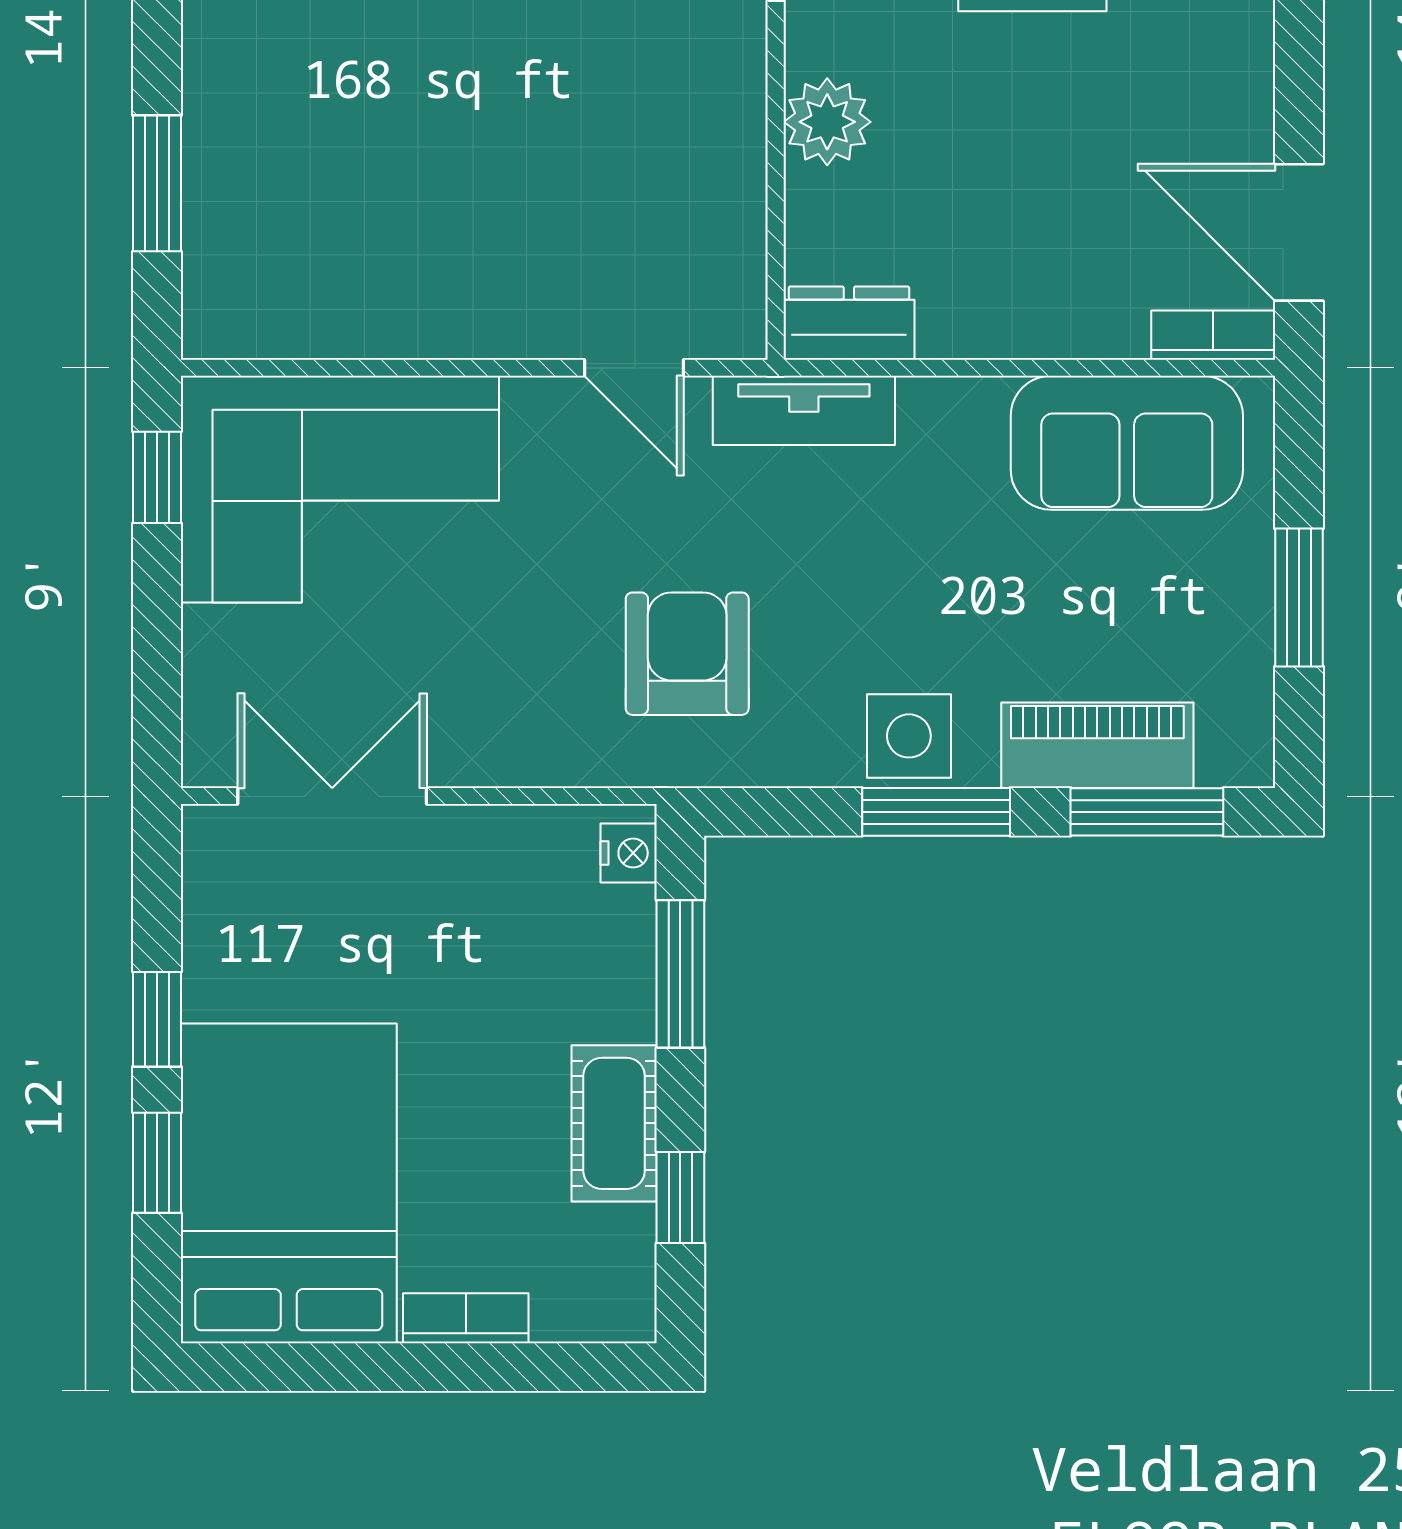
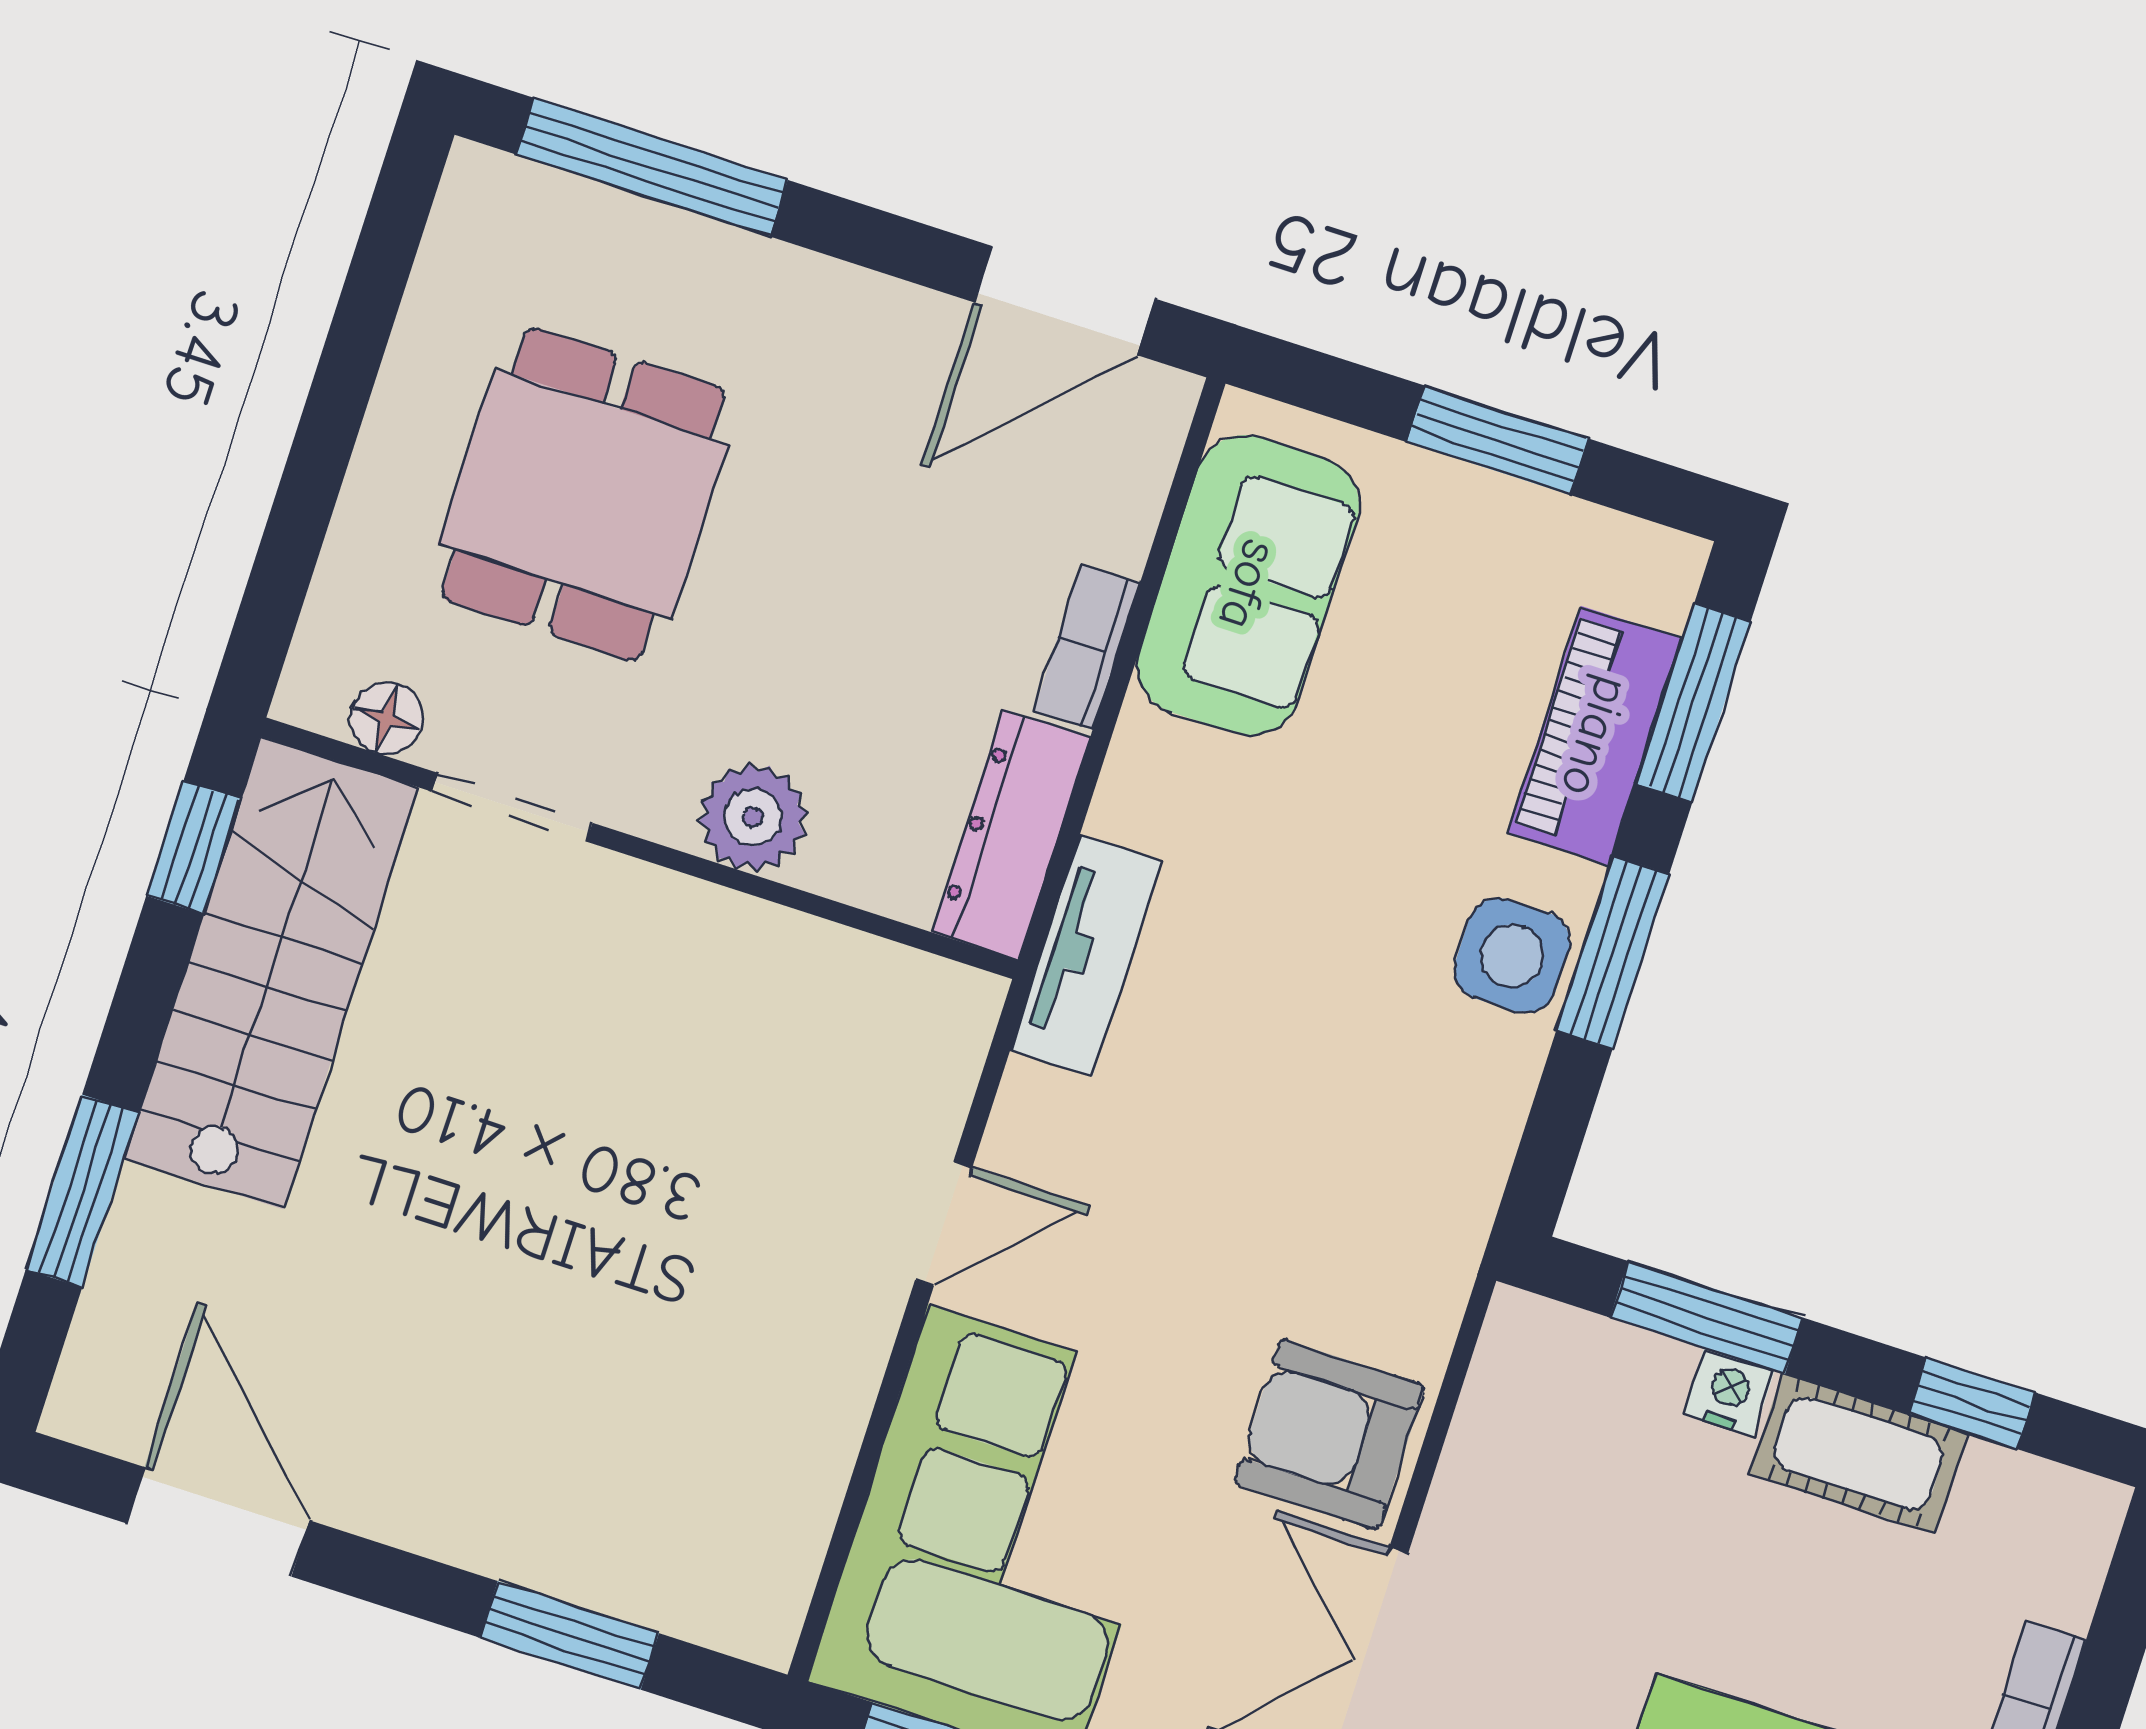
dresser: (849, 323) -> (1011, 835), width x1.44
bookcase: (1213, 335) -> (1087, 647), moved
door: (634, 368) -> (944, 1224), moved
armchair: (687, 654) -> (1329, 1434), moved
nightstand: (629, 853) -> (1729, 1393), moved

